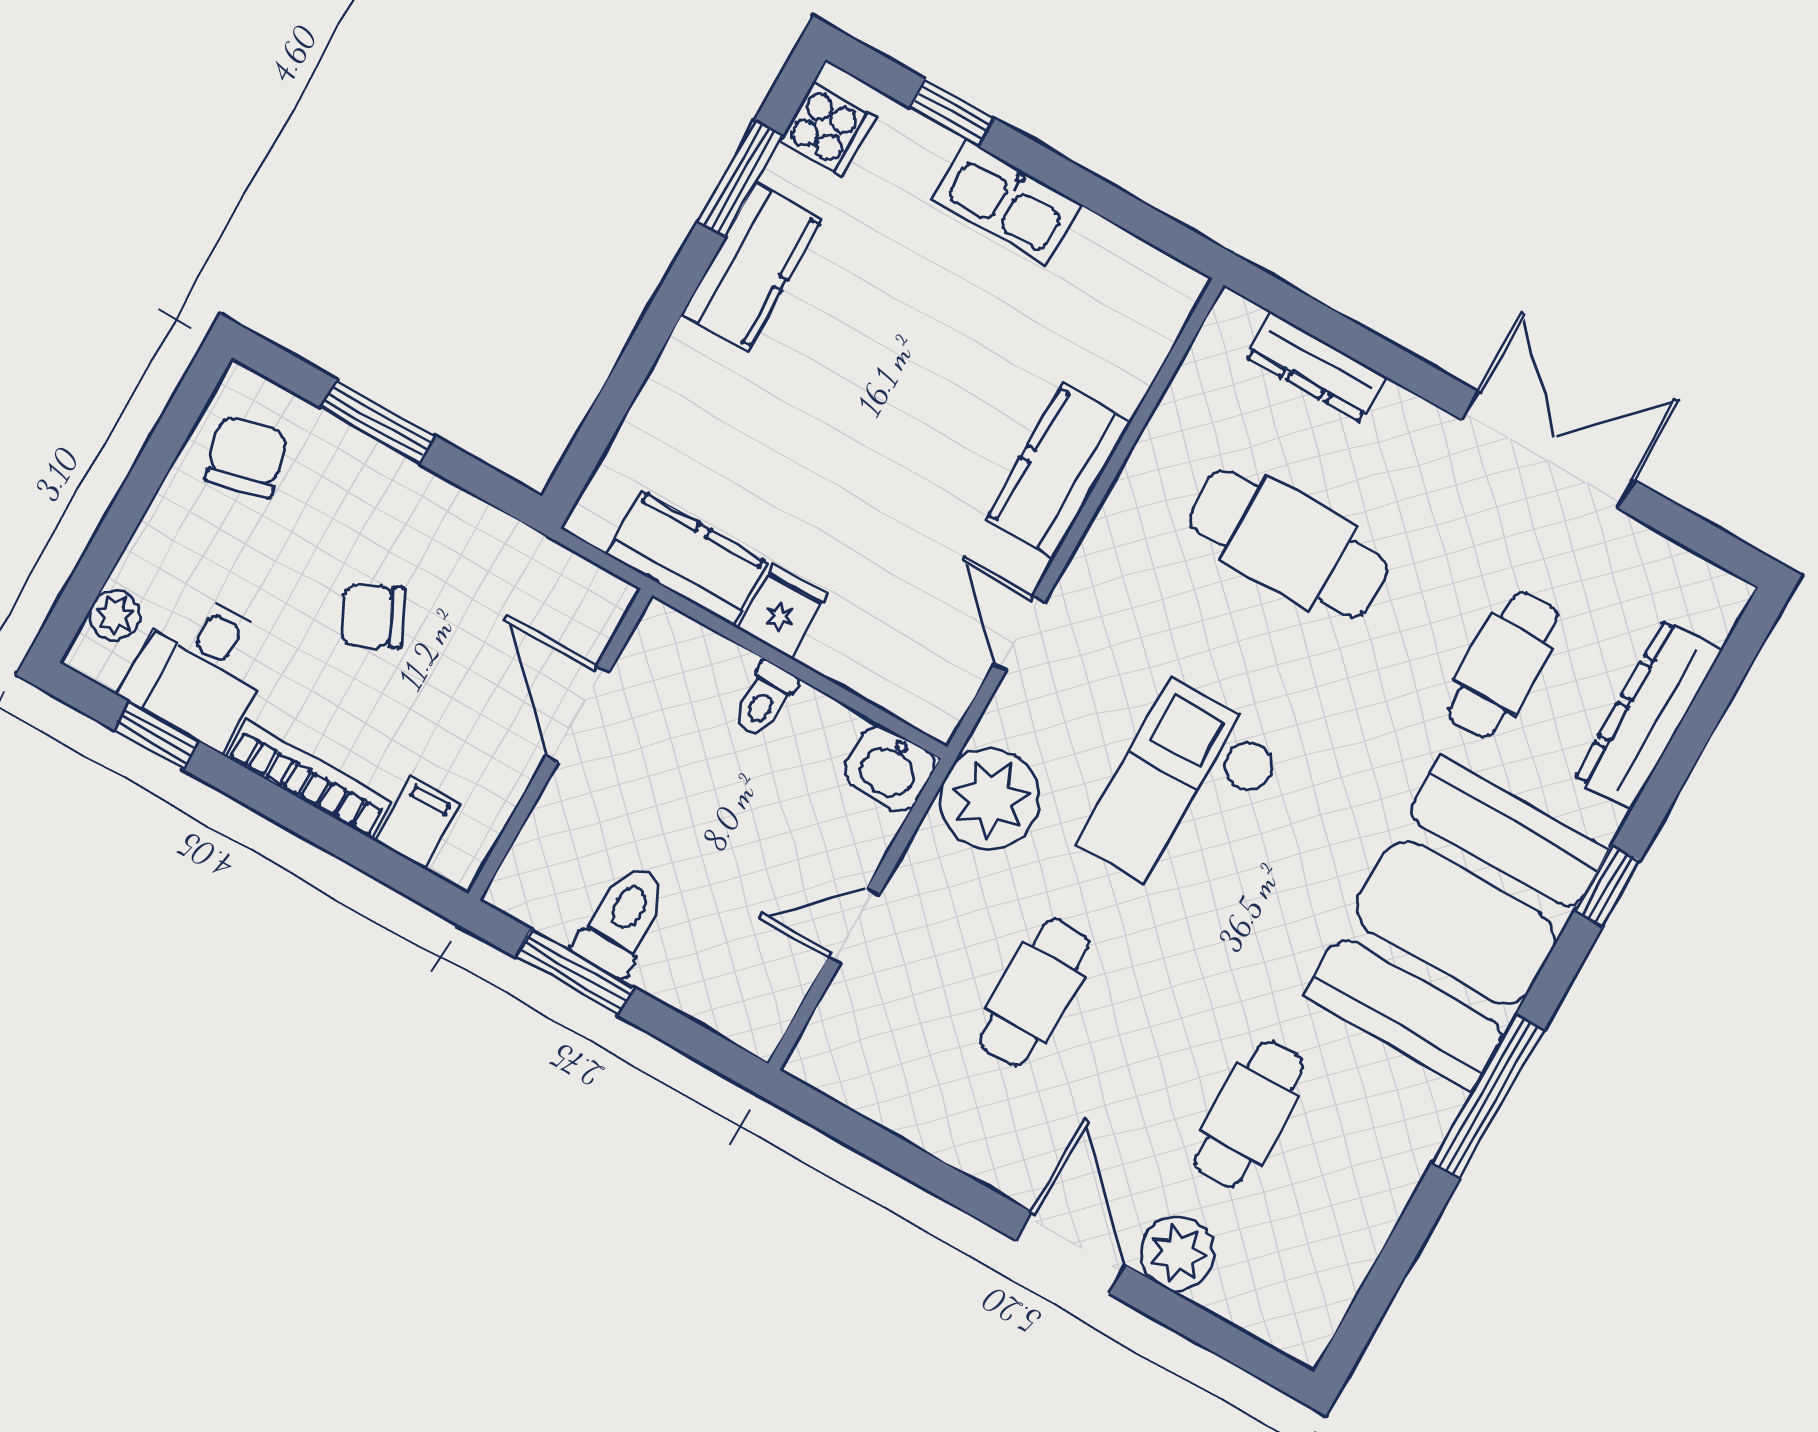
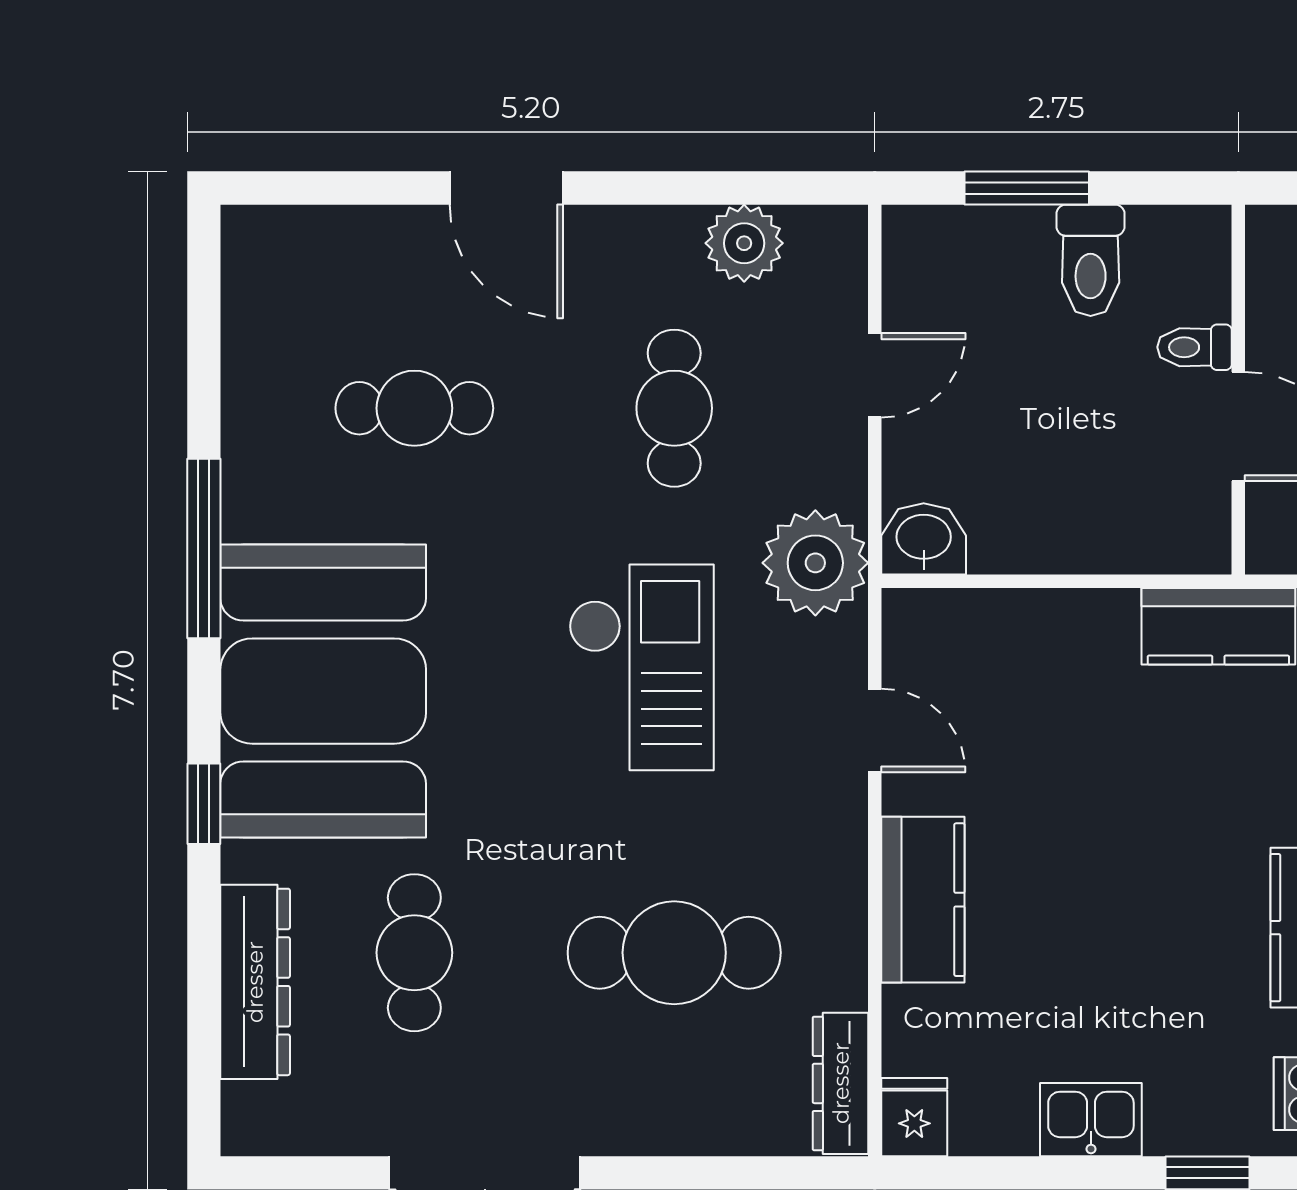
kitchen sink: (1007, 202) -> (1091, 1120), width x0.73
dresser: (1316, 367) -> (841, 1083), moved, turned -90
fridge: (782, 611) -> (914, 1117), moved, turned 180
toilet: (765, 699) -> (1195, 347), moved, turned -90
window: (575, 972) -> (1027, 188), moved
cafe table: (1249, 1114) -> (414, 408), turned 90
plant: (1177, 1253) -> (744, 243), moved

